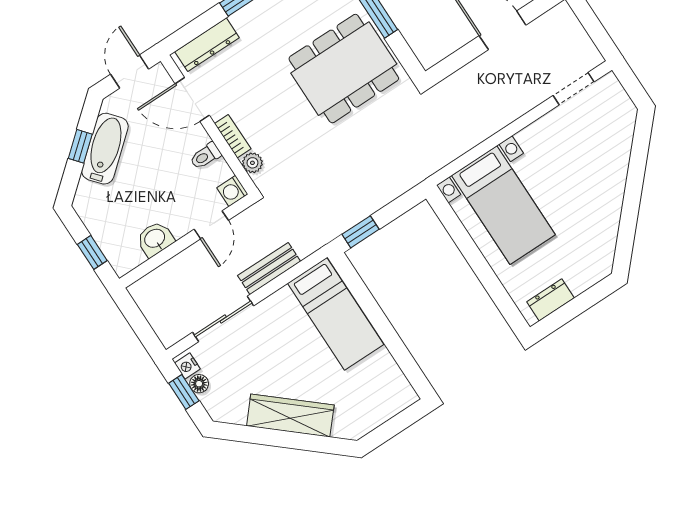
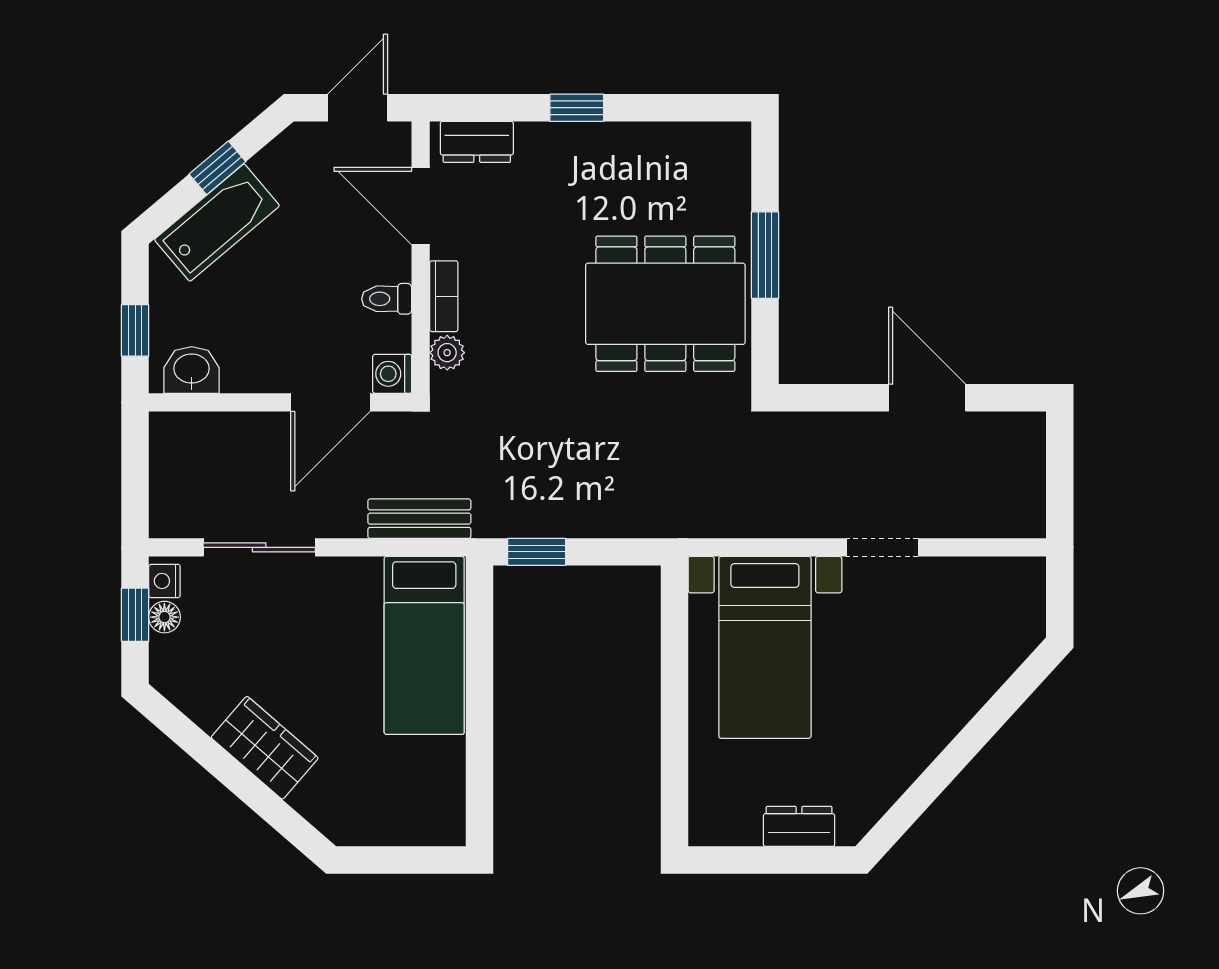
dresser: (207, 45) -> (477, 142), width x0.70
doorway: (574, 89) -> (882, 547), moved
bathtub: (105, 149) -> (217, 223), moved
door: (211, 225) -> (330, 402), width x1.38
washbasin: (155, 239) -> (192, 370), moved
bench: (269, 269) -> (419, 519), moved
dresser: (550, 300) -> (799, 826), moved
wardrobe: (290, 416) -> (265, 748), width x0.67

